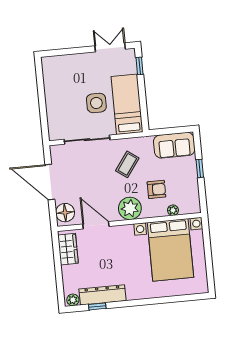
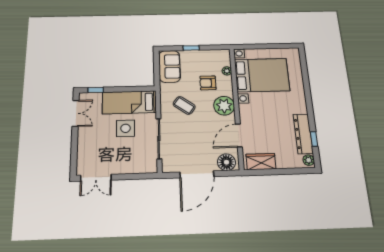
double door: (110, 47) -> (76, 113), swing flipped
double door: (40, 78) -> (96, 178), added
armchair: (156, 189) -> (208, 83), turned -90

